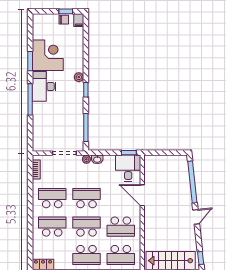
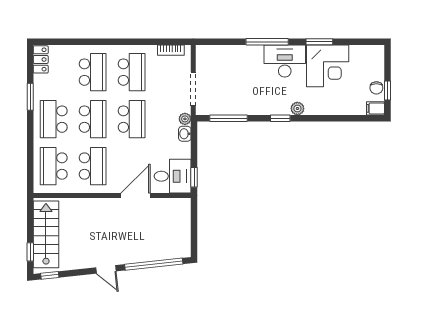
school desk: (121, 227) -> (93, 166), turned 180

